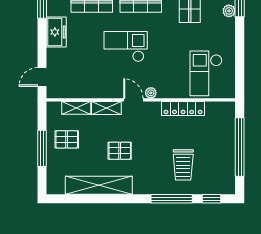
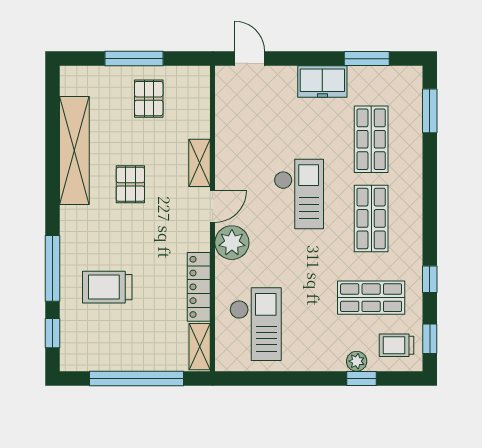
checkout: (206, 73) -> (256, 324), turned 90
plant: (151, 93) -> (232, 243), width x1.87, depth x1.87
shelving: (76, 108) -> (200, 347), moved

